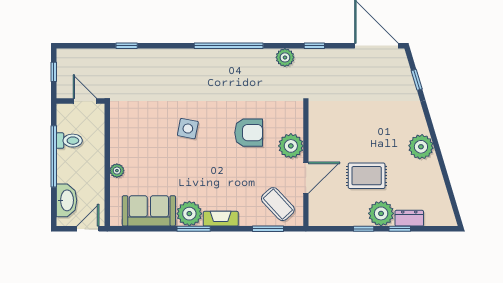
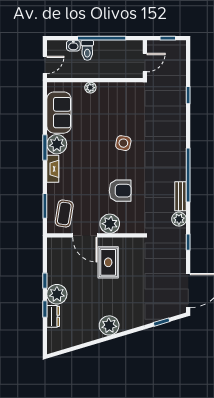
bench: (256, 55) -> (181, 196), added
armchair: (249, 133) -> (120, 191), turned -90
toilet: (69, 141) -> (87, 50), moved
rug: (367, 176) -> (108, 262), moved
washbasin: (66, 200) -> (73, 46), width x0.52, depth x0.69
coffee table: (278, 204) -> (64, 214), turned -38
door: (88, 229) -> (45, 65), hinge flipped

